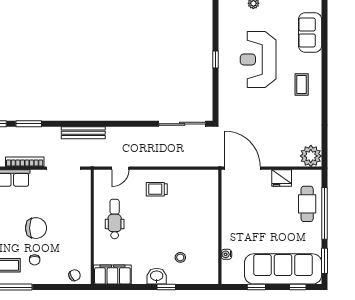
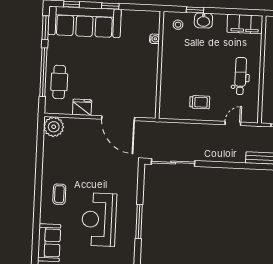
window: (216, 59) -> (139, 221), width x2.17
reception desk: (258, 59) -> (99, 220), turned 180
dental chair: (115, 219) -> (240, 76), turned 180
wall: (220, 227) -> (160, 65), moved
water cooler: (226, 254) -> (155, 39), moved
stool: (180, 257) -> (178, 25), moved

